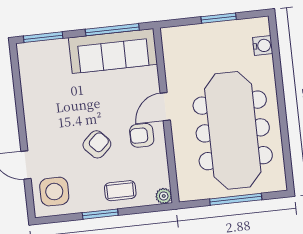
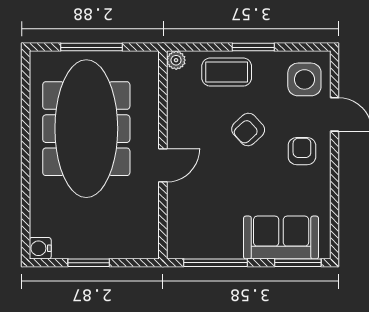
water cooler: (263, 46) -> (40, 248), moved
sofa: (113, 51) -> (281, 238), moved, width x0.73
armchair: (142, 135) -> (302, 151), moved, turned -90
coffee table: (120, 191) -> (227, 72), width x1.36, depth x1.30

